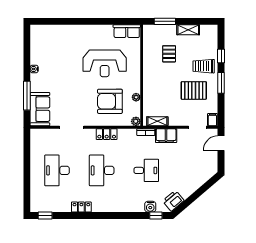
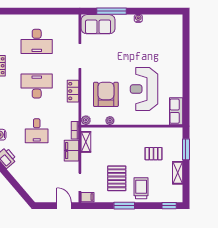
window: (221, 56) -> (169, 206), moved
desk: (57, 170) -> (37, 41), turned 180

